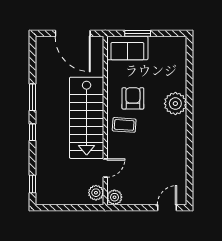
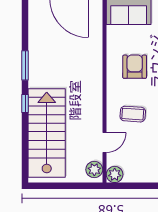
stairs: (87, 118) -> (47, 133), moved, turned 180
coffee table: (124, 125) -> (133, 114), moved
window: (32, 184) -> (25, 160), removed

